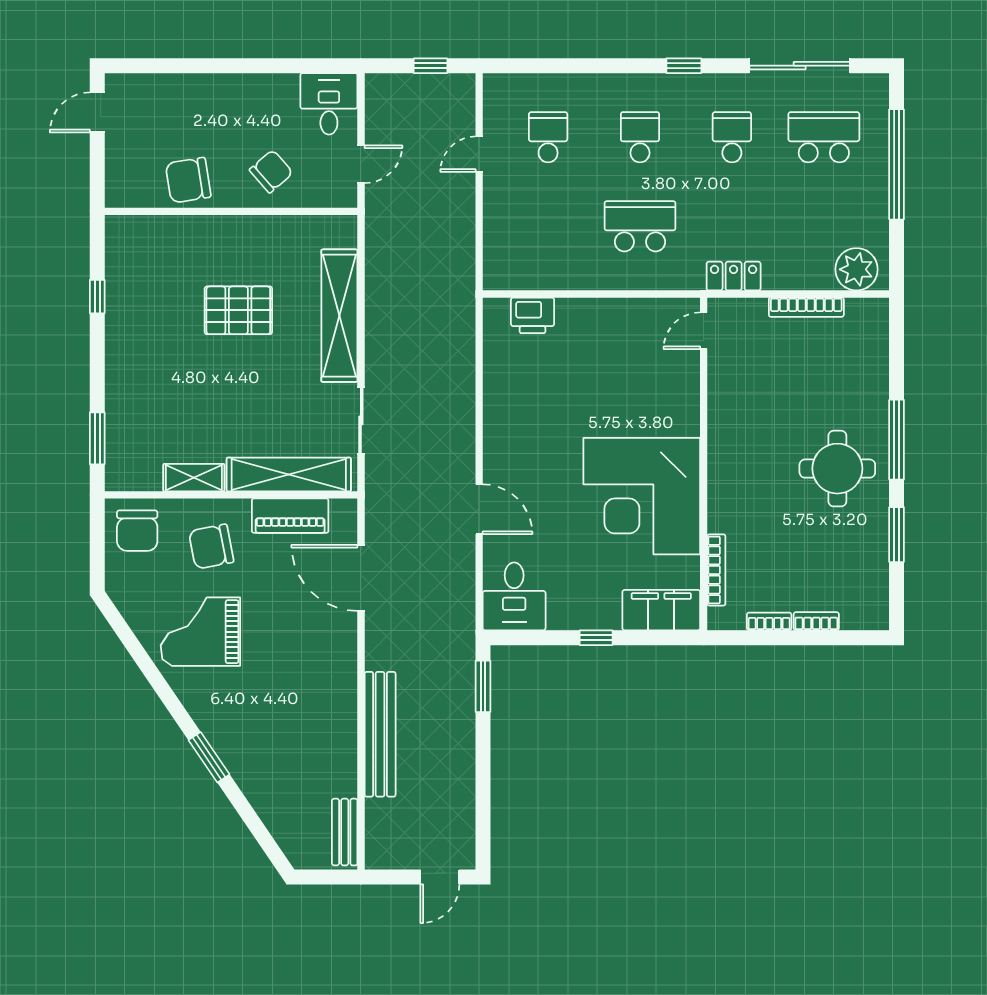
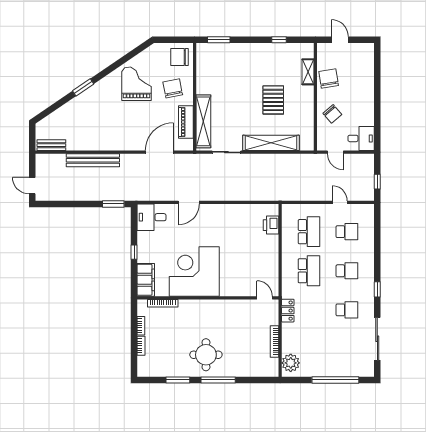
door: (97, 112) -> (340, 40), moved
school desk: (824, 137) -> (309, 232), moved
shelving: (194, 478) -> (308, 72), moved

